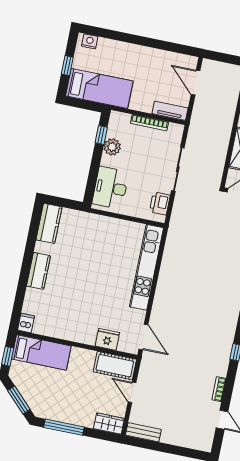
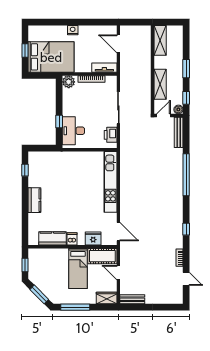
nightstand: (90, 41) -> (73, 30), moved
bed: (99, 88) -> (51, 57), width x1.50
window: (101, 135) -> (59, 122), moved
plant: (112, 147) -> (69, 82), moved
kitchen counter: (49, 223) -> (53, 238), moved, turned -90
window: (34, 228) -> (25, 170), added
dishwasher: (26, 323) -> (72, 239), moved
bed: (41, 352) -> (78, 269), moved, turned 90

